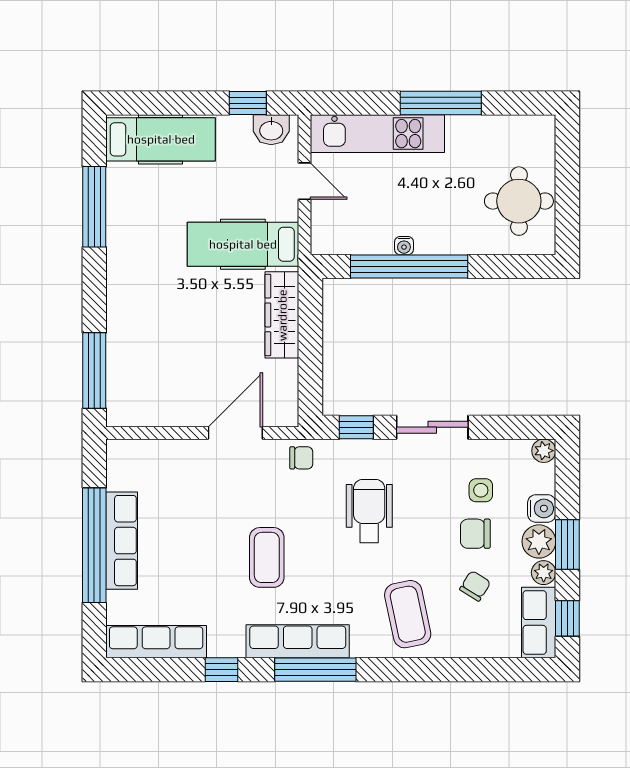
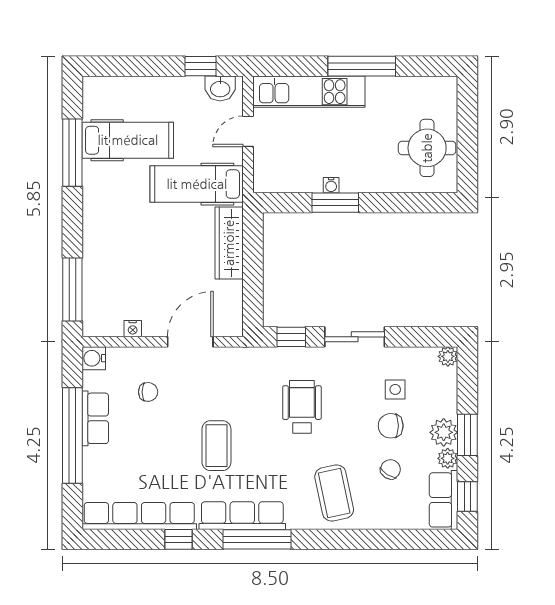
hospital bed: (161, 139) -> (128, 140), moved
door: (304, 181) -> (248, 131), swing flipped
window: (409, 267) -> (335, 203), width x0.47
nightstand: (166, 417) -> (133, 329), added
chair: (301, 458) -> (148, 392), moved
water cooler: (542, 508) -> (94, 358), moved, turned 180
row of seats: (122, 541) -> (95, 418), width x0.68
row of seats: (156, 642) -> (139, 516), width x1.36

